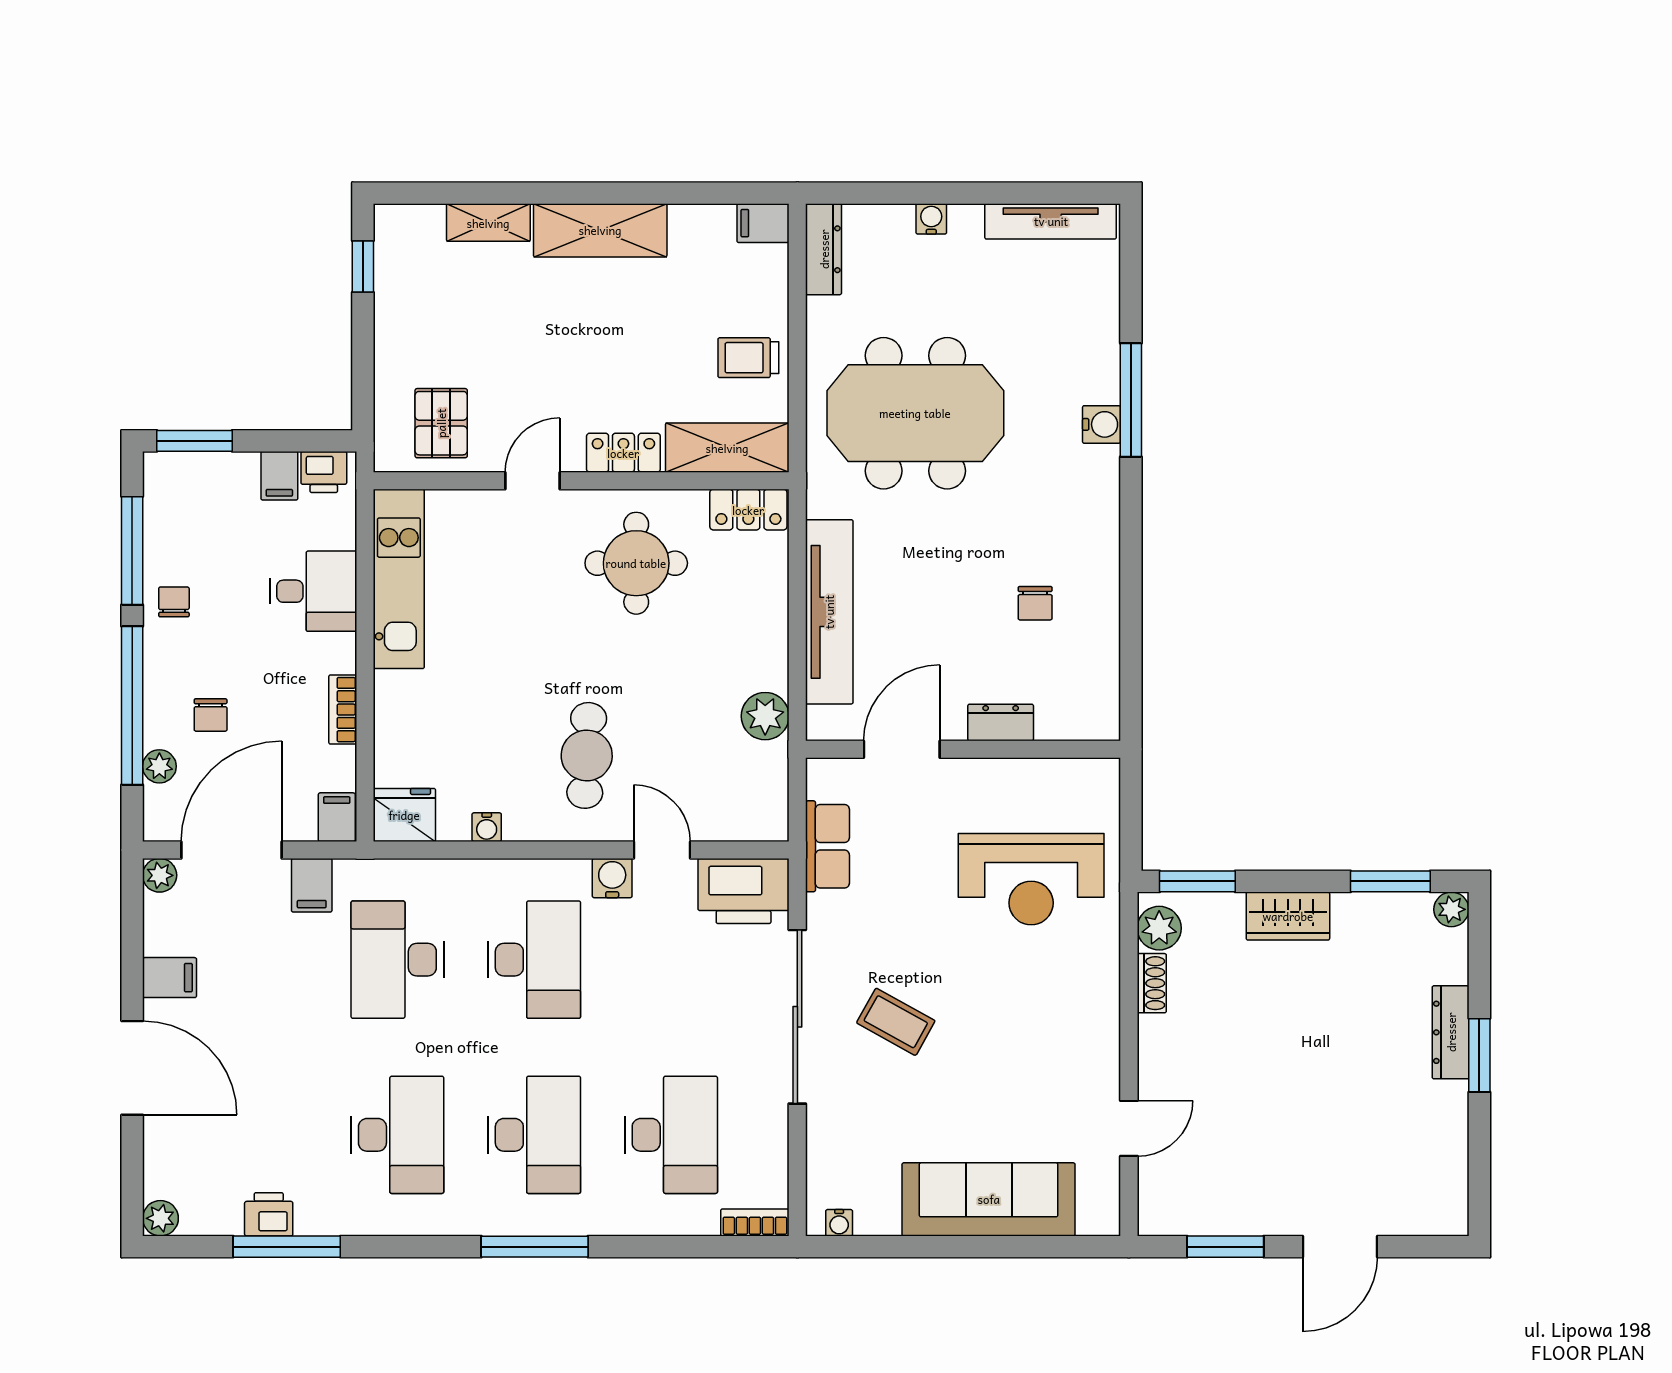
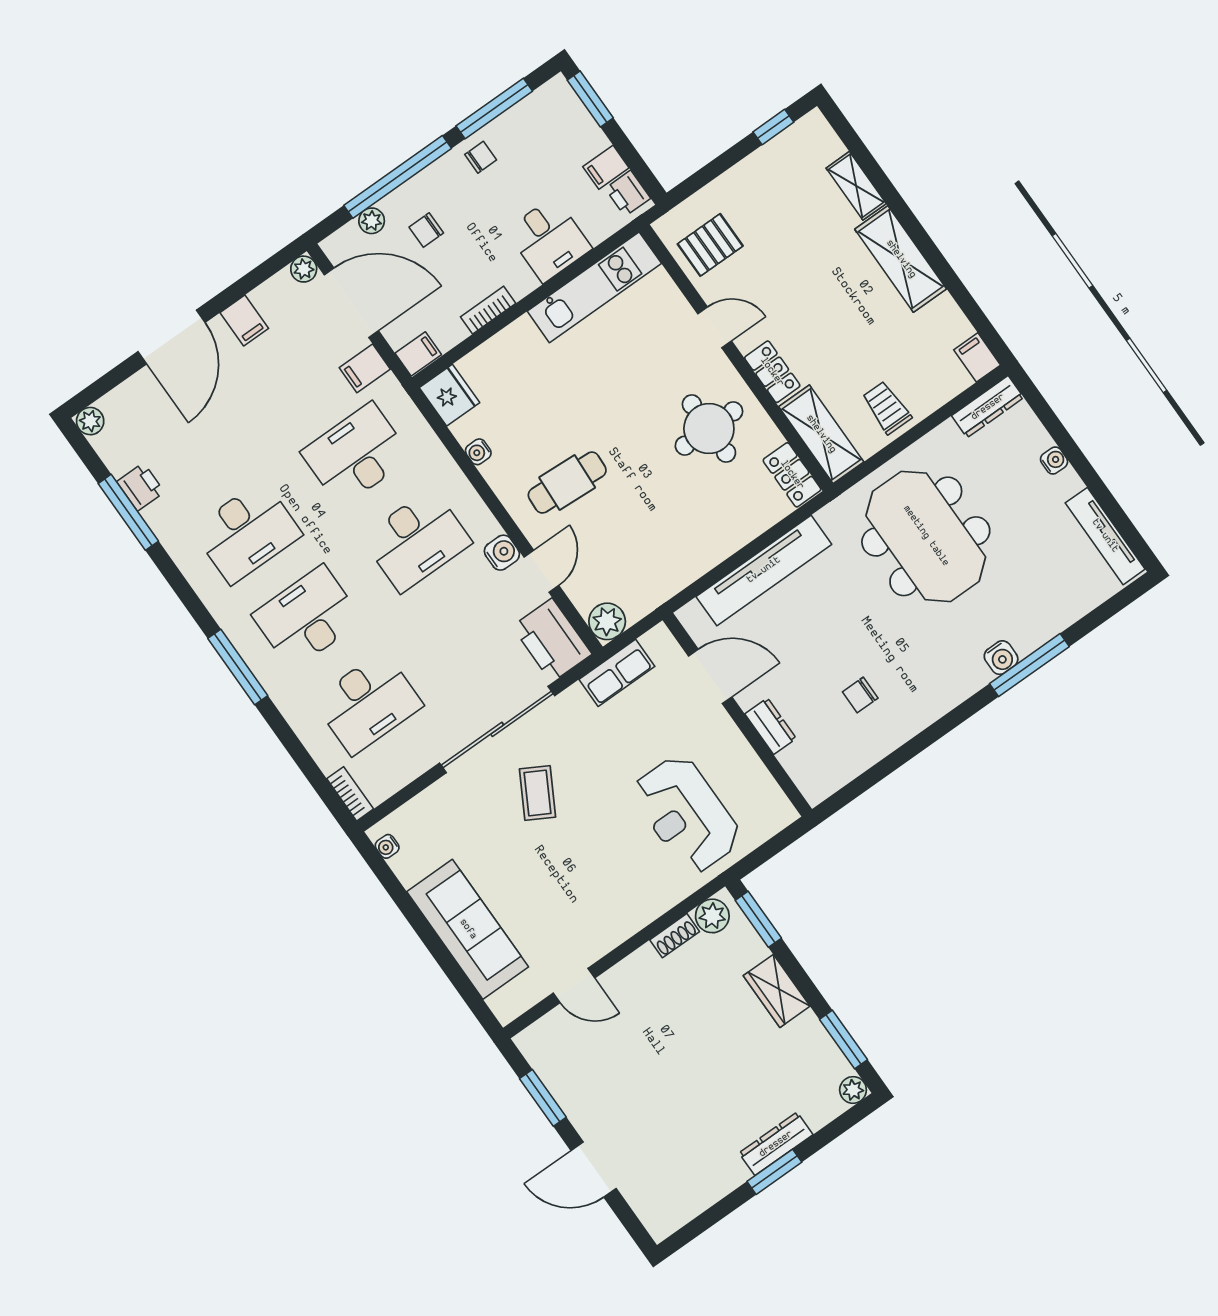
plant: (765, 716) -> (607, 621), moved
desk: (534, 1135) -> (307, 617), turned 180

